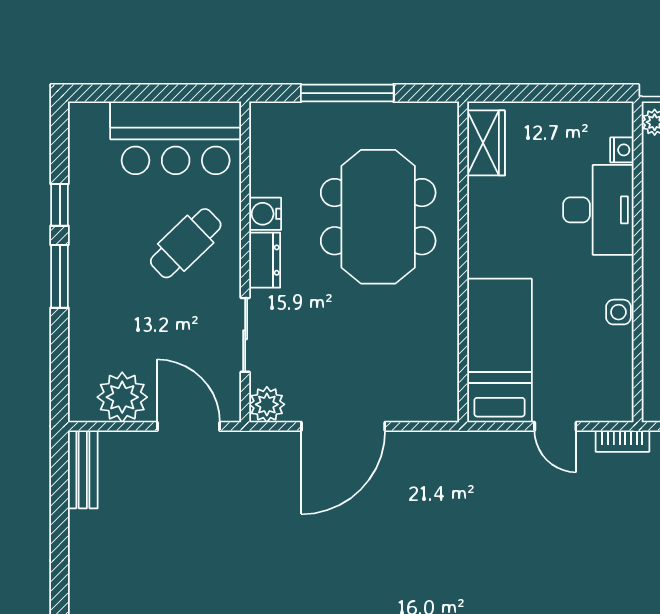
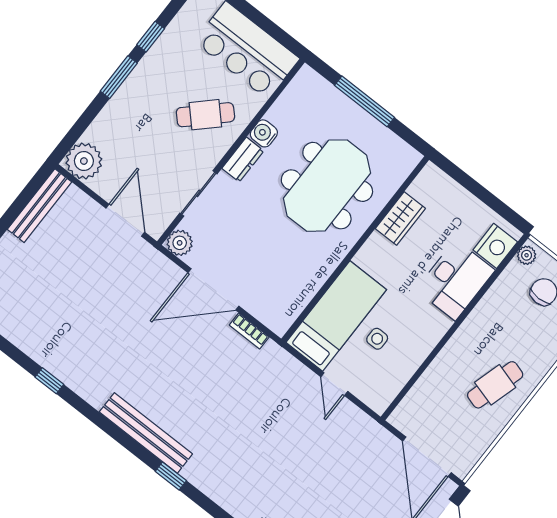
wardrobe: (486, 143) -> (400, 219), moved
nightstand: (622, 150) -> (495, 246), width x1.89, depth x1.79
side table: (618, 312) -> (377, 339), moved
plant: (122, 397) -> (84, 161), moved
bookcase: (622, 441) -> (249, 331), moved
bench: (83, 469) -> (40, 206), width x1.36

